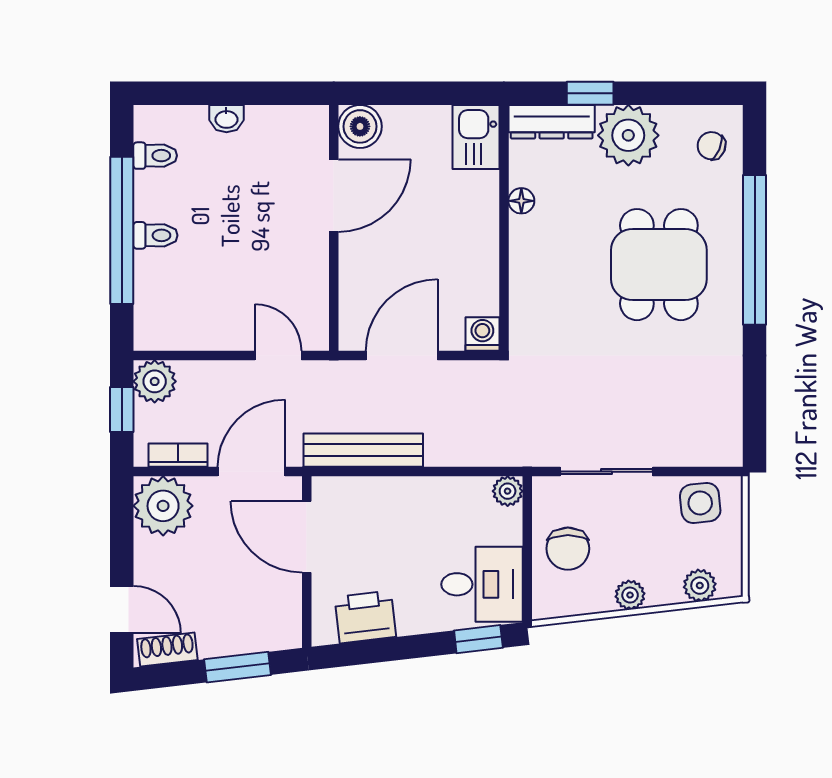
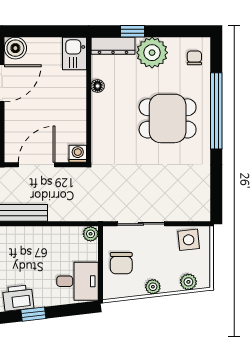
chair: (711, 146) -> (194, 58), turned 67
dining table: (659, 265) -> (168, 118), turned 90
window: (478, 639) -> (33, 314), moved

